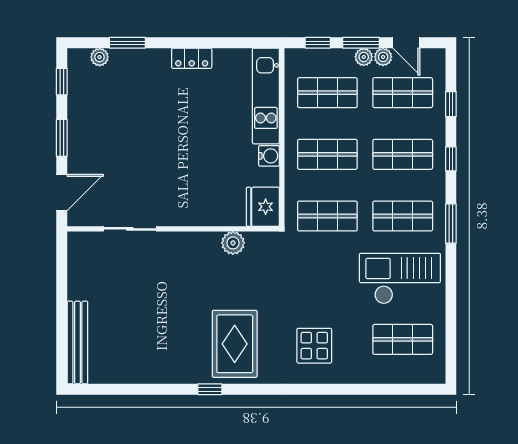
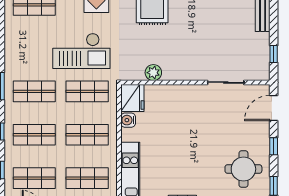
round table: (105, 106) -> (243, 169), added
window: (62, 138) -> (274, 146), width x0.67
water cooler: (269, 156) -> (128, 120), moved
window: (62, 269) -> (274, 54), added
checkout: (400, 279) -> (81, 51), moved

